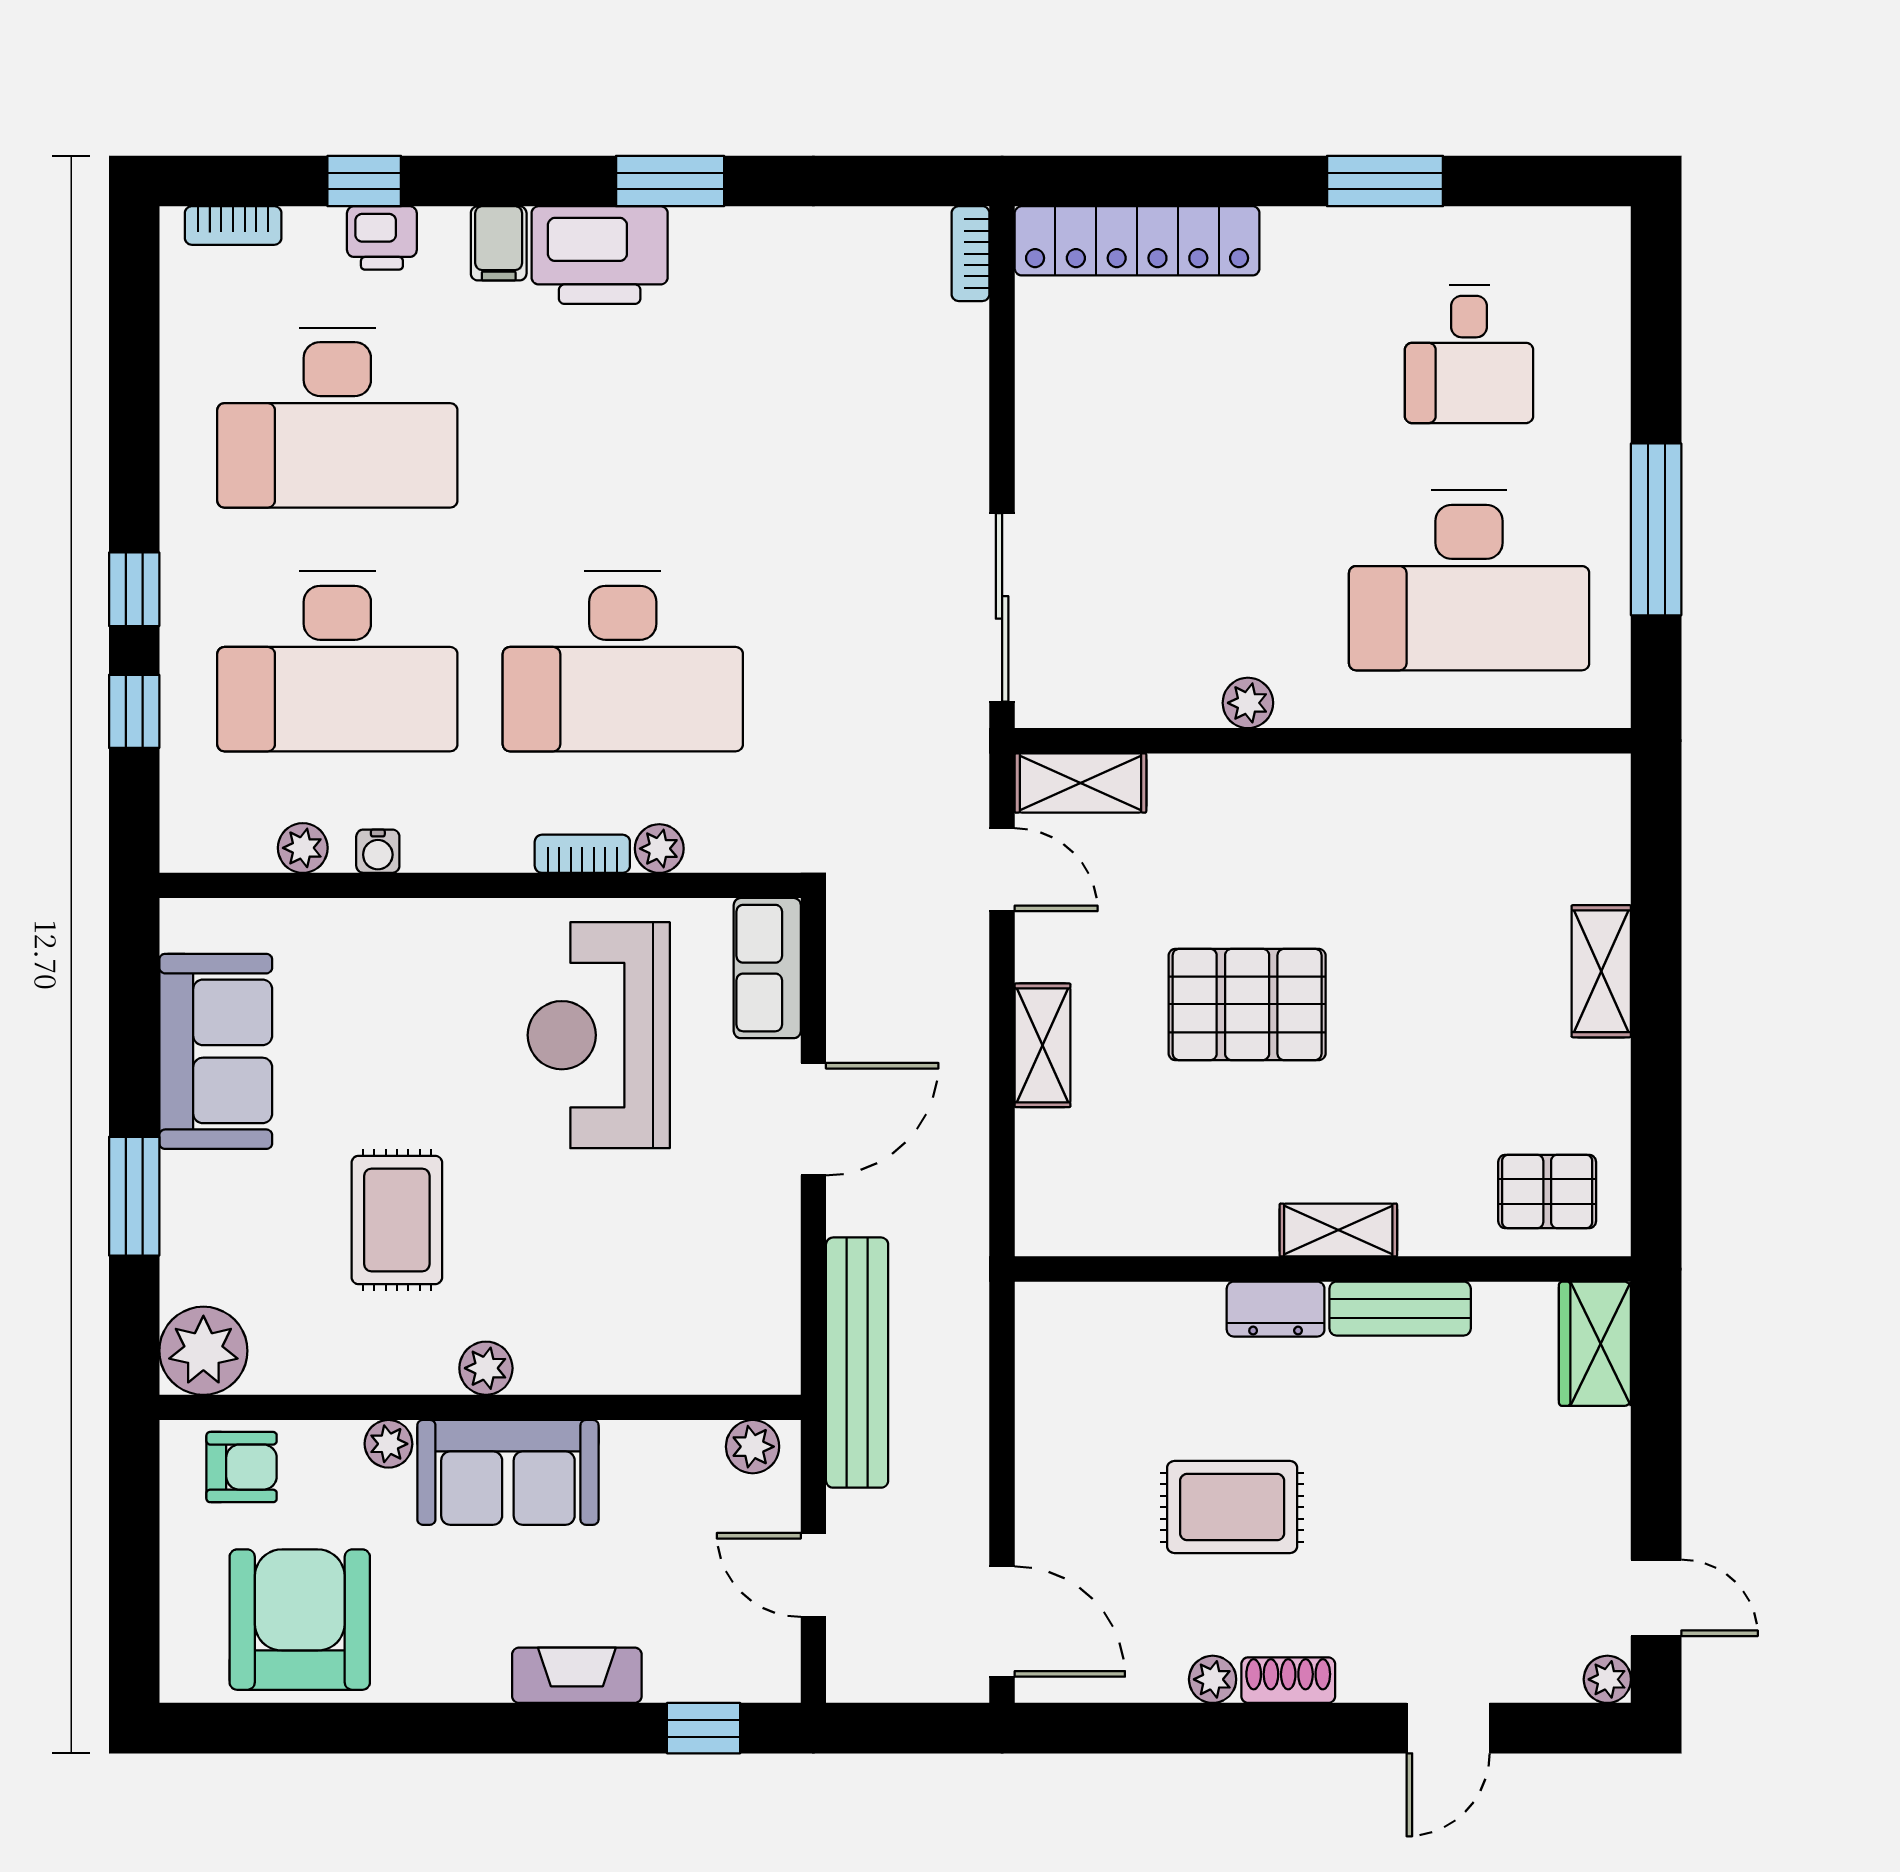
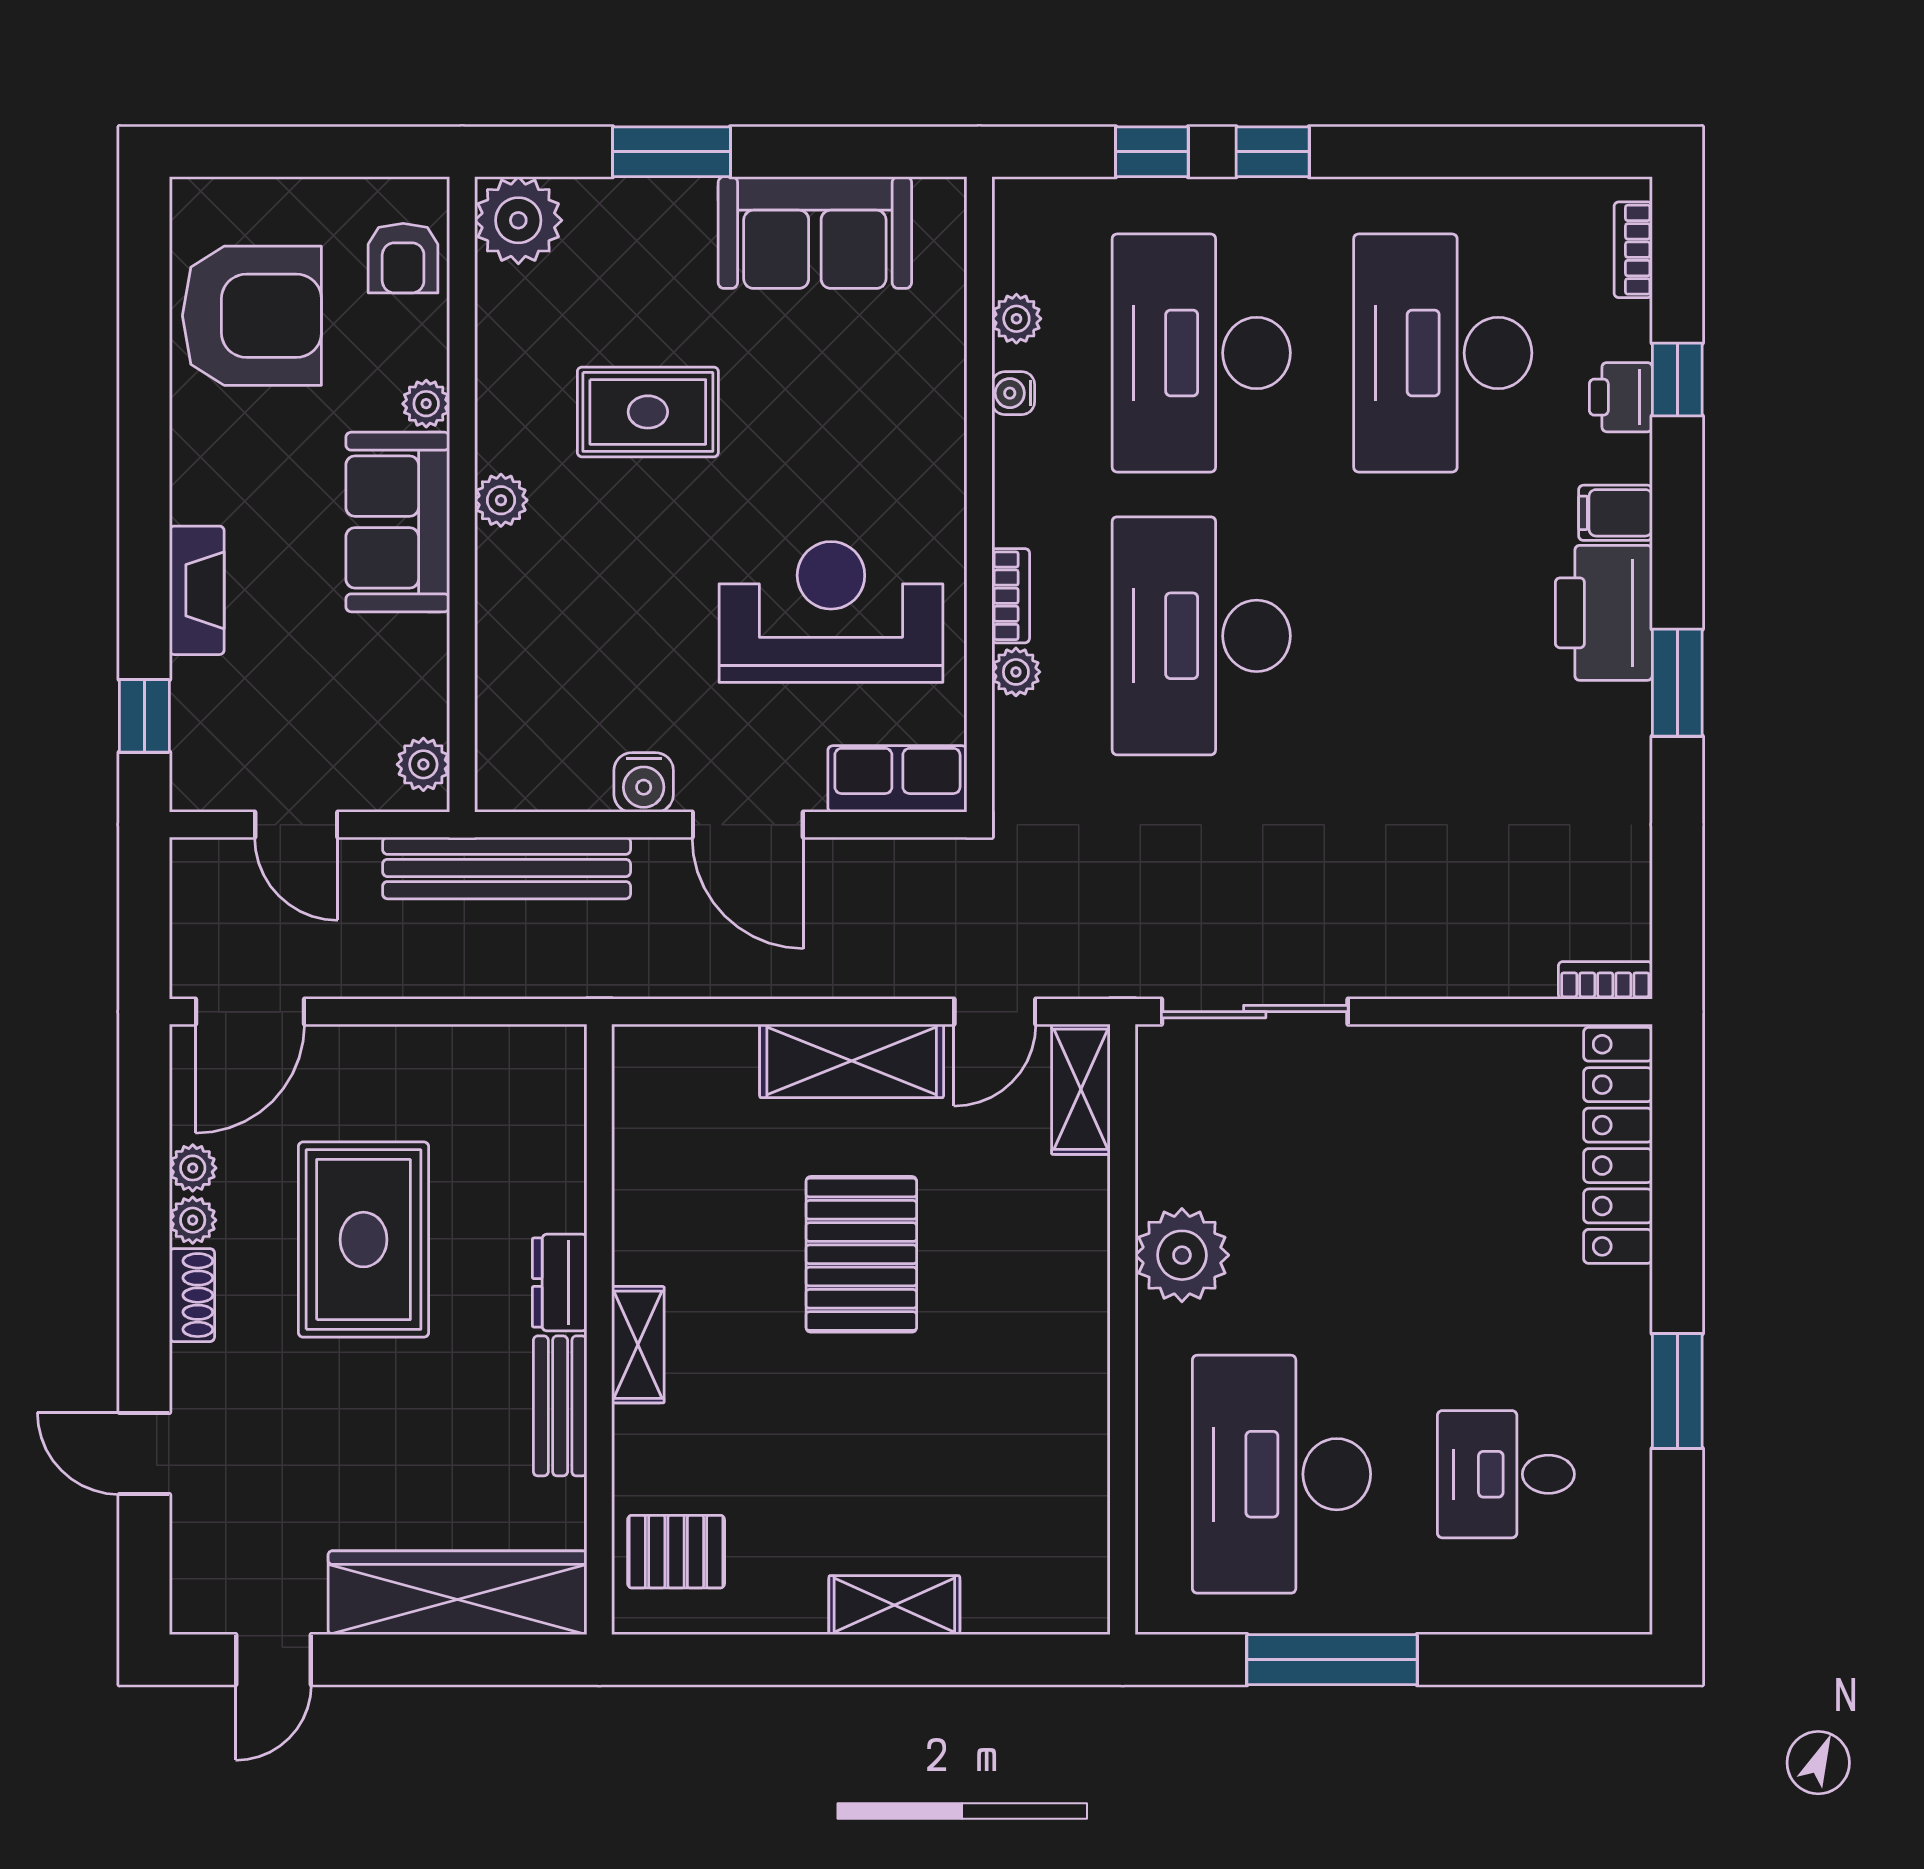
plant: (1248, 703) -> (1182, 1255), width x1.87, depth x1.87
shelving: (1043, 1045) -> (852, 1061), width x1.50, depth x1.33
pallet: (1547, 1191) -> (676, 1552), turned 90
water cooler: (771, 1224) -> (644, 782), added
wardrobe: (1595, 1344) -> (457, 1593), width x2.10, depth x1.17
rug: (1232, 1507) -> (363, 1240), width x1.36, depth x1.43
door: (813, 1575) -> (296, 825), swing flipped
plant: (1607, 1679) -> (193, 1168), moved

